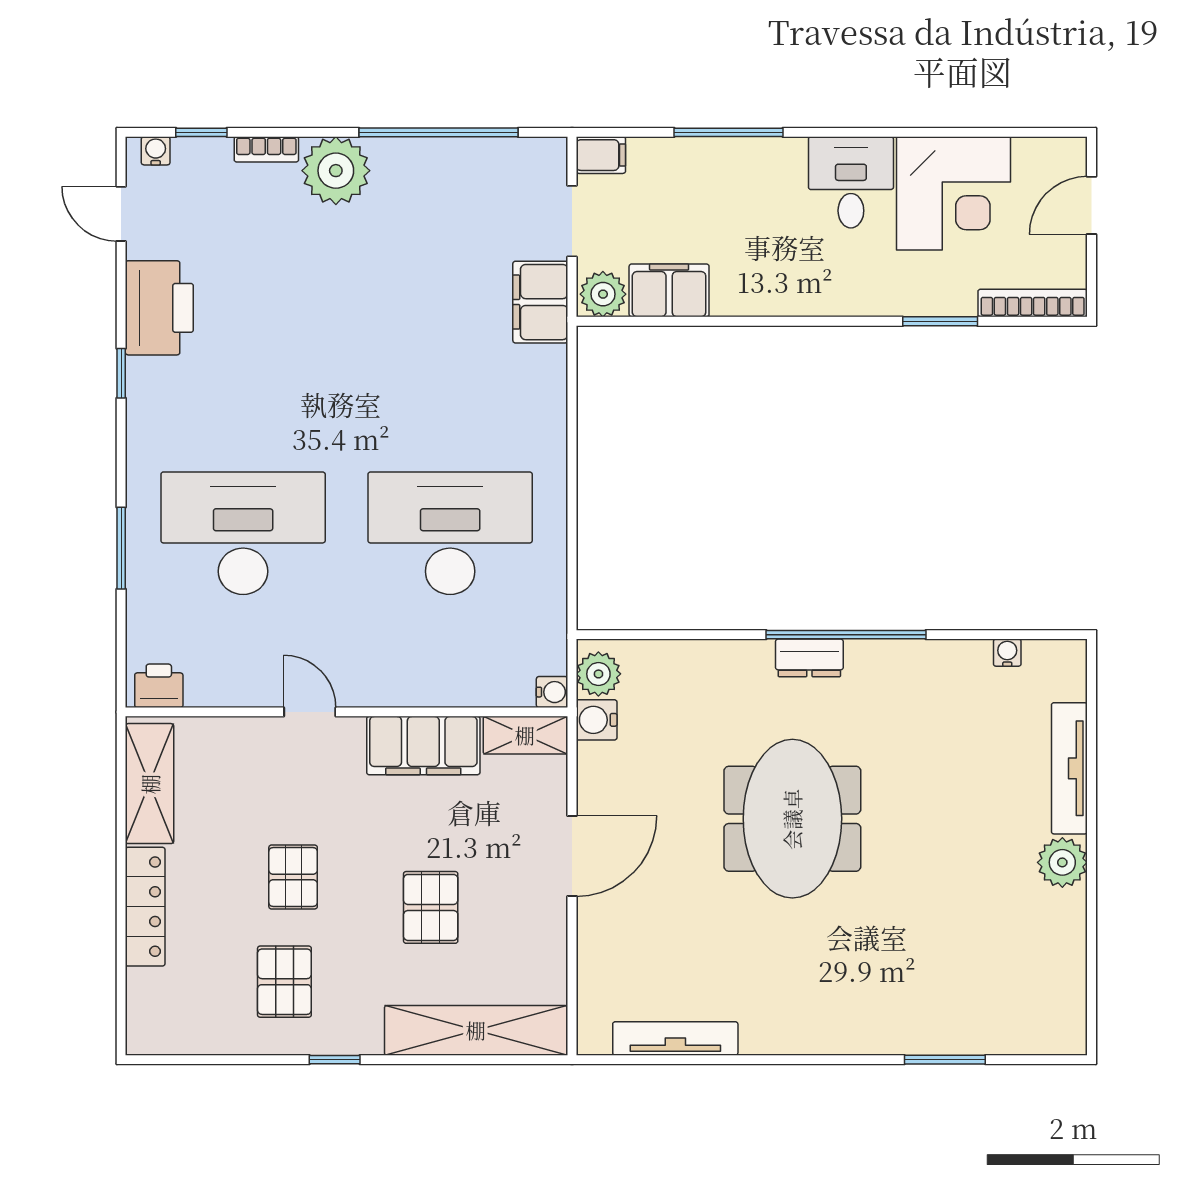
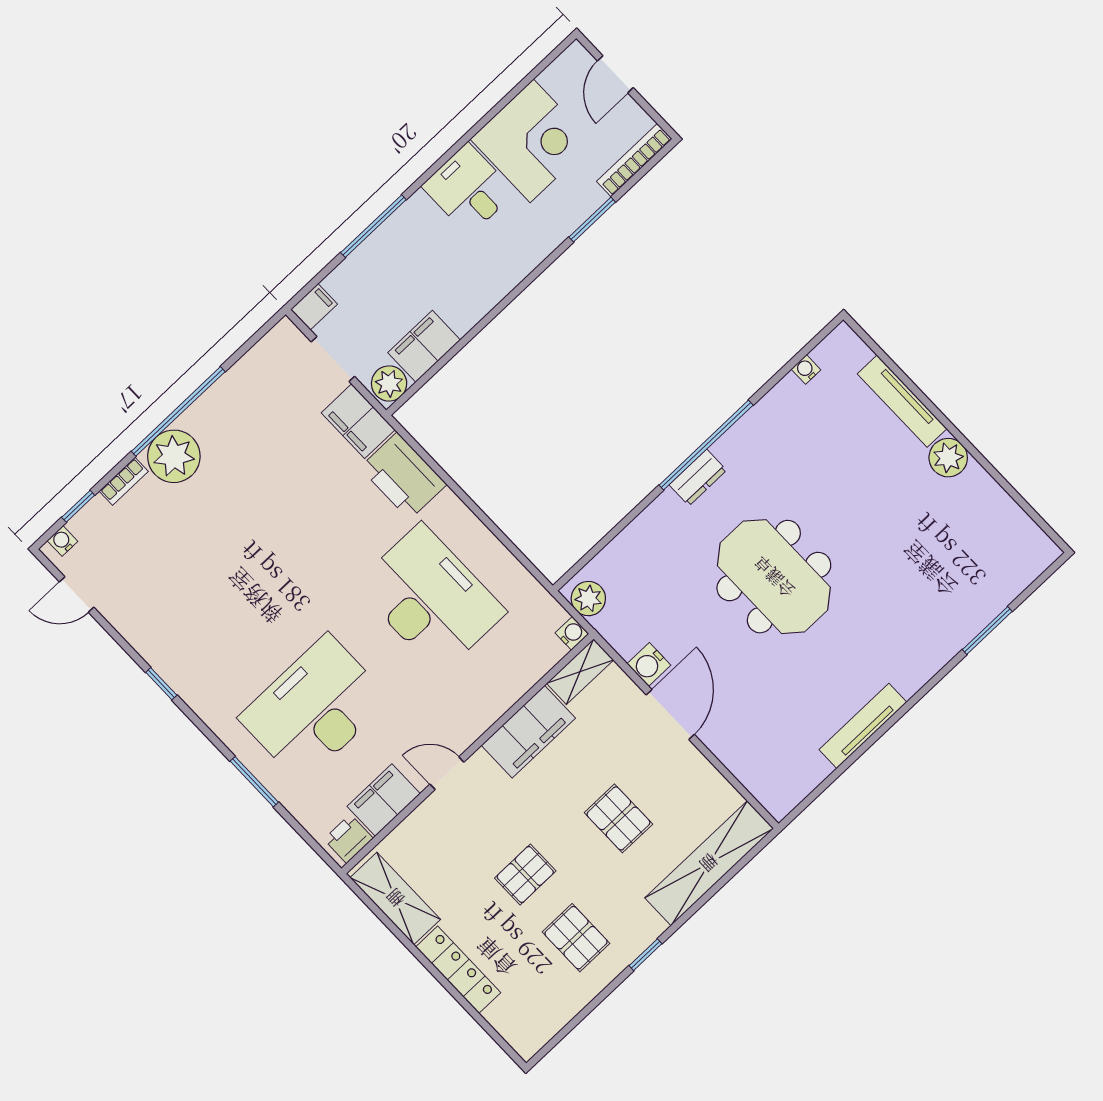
window: (439, 132) -> (178, 411), moved
printer: (159, 308) -> (403, 476), moved, turned 180
desk: (450, 533) -> (431, 599), turned 90
filing cabinet: (226, 681) -> (384, 800), added
water cooler: (597, 720) -> (649, 664), moved
pallet: (293, 877) -> (525, 874), turned 90
tv unit: (675, 1038) -> (863, 726), moved

